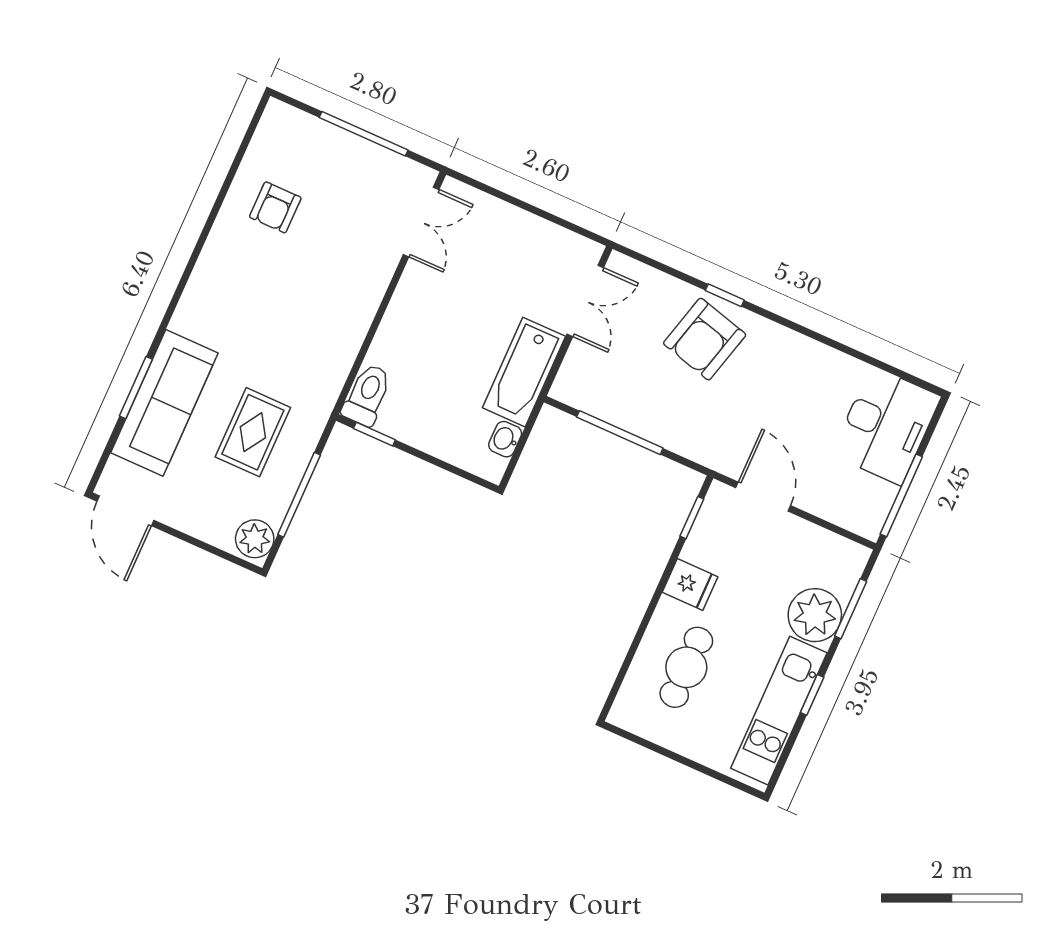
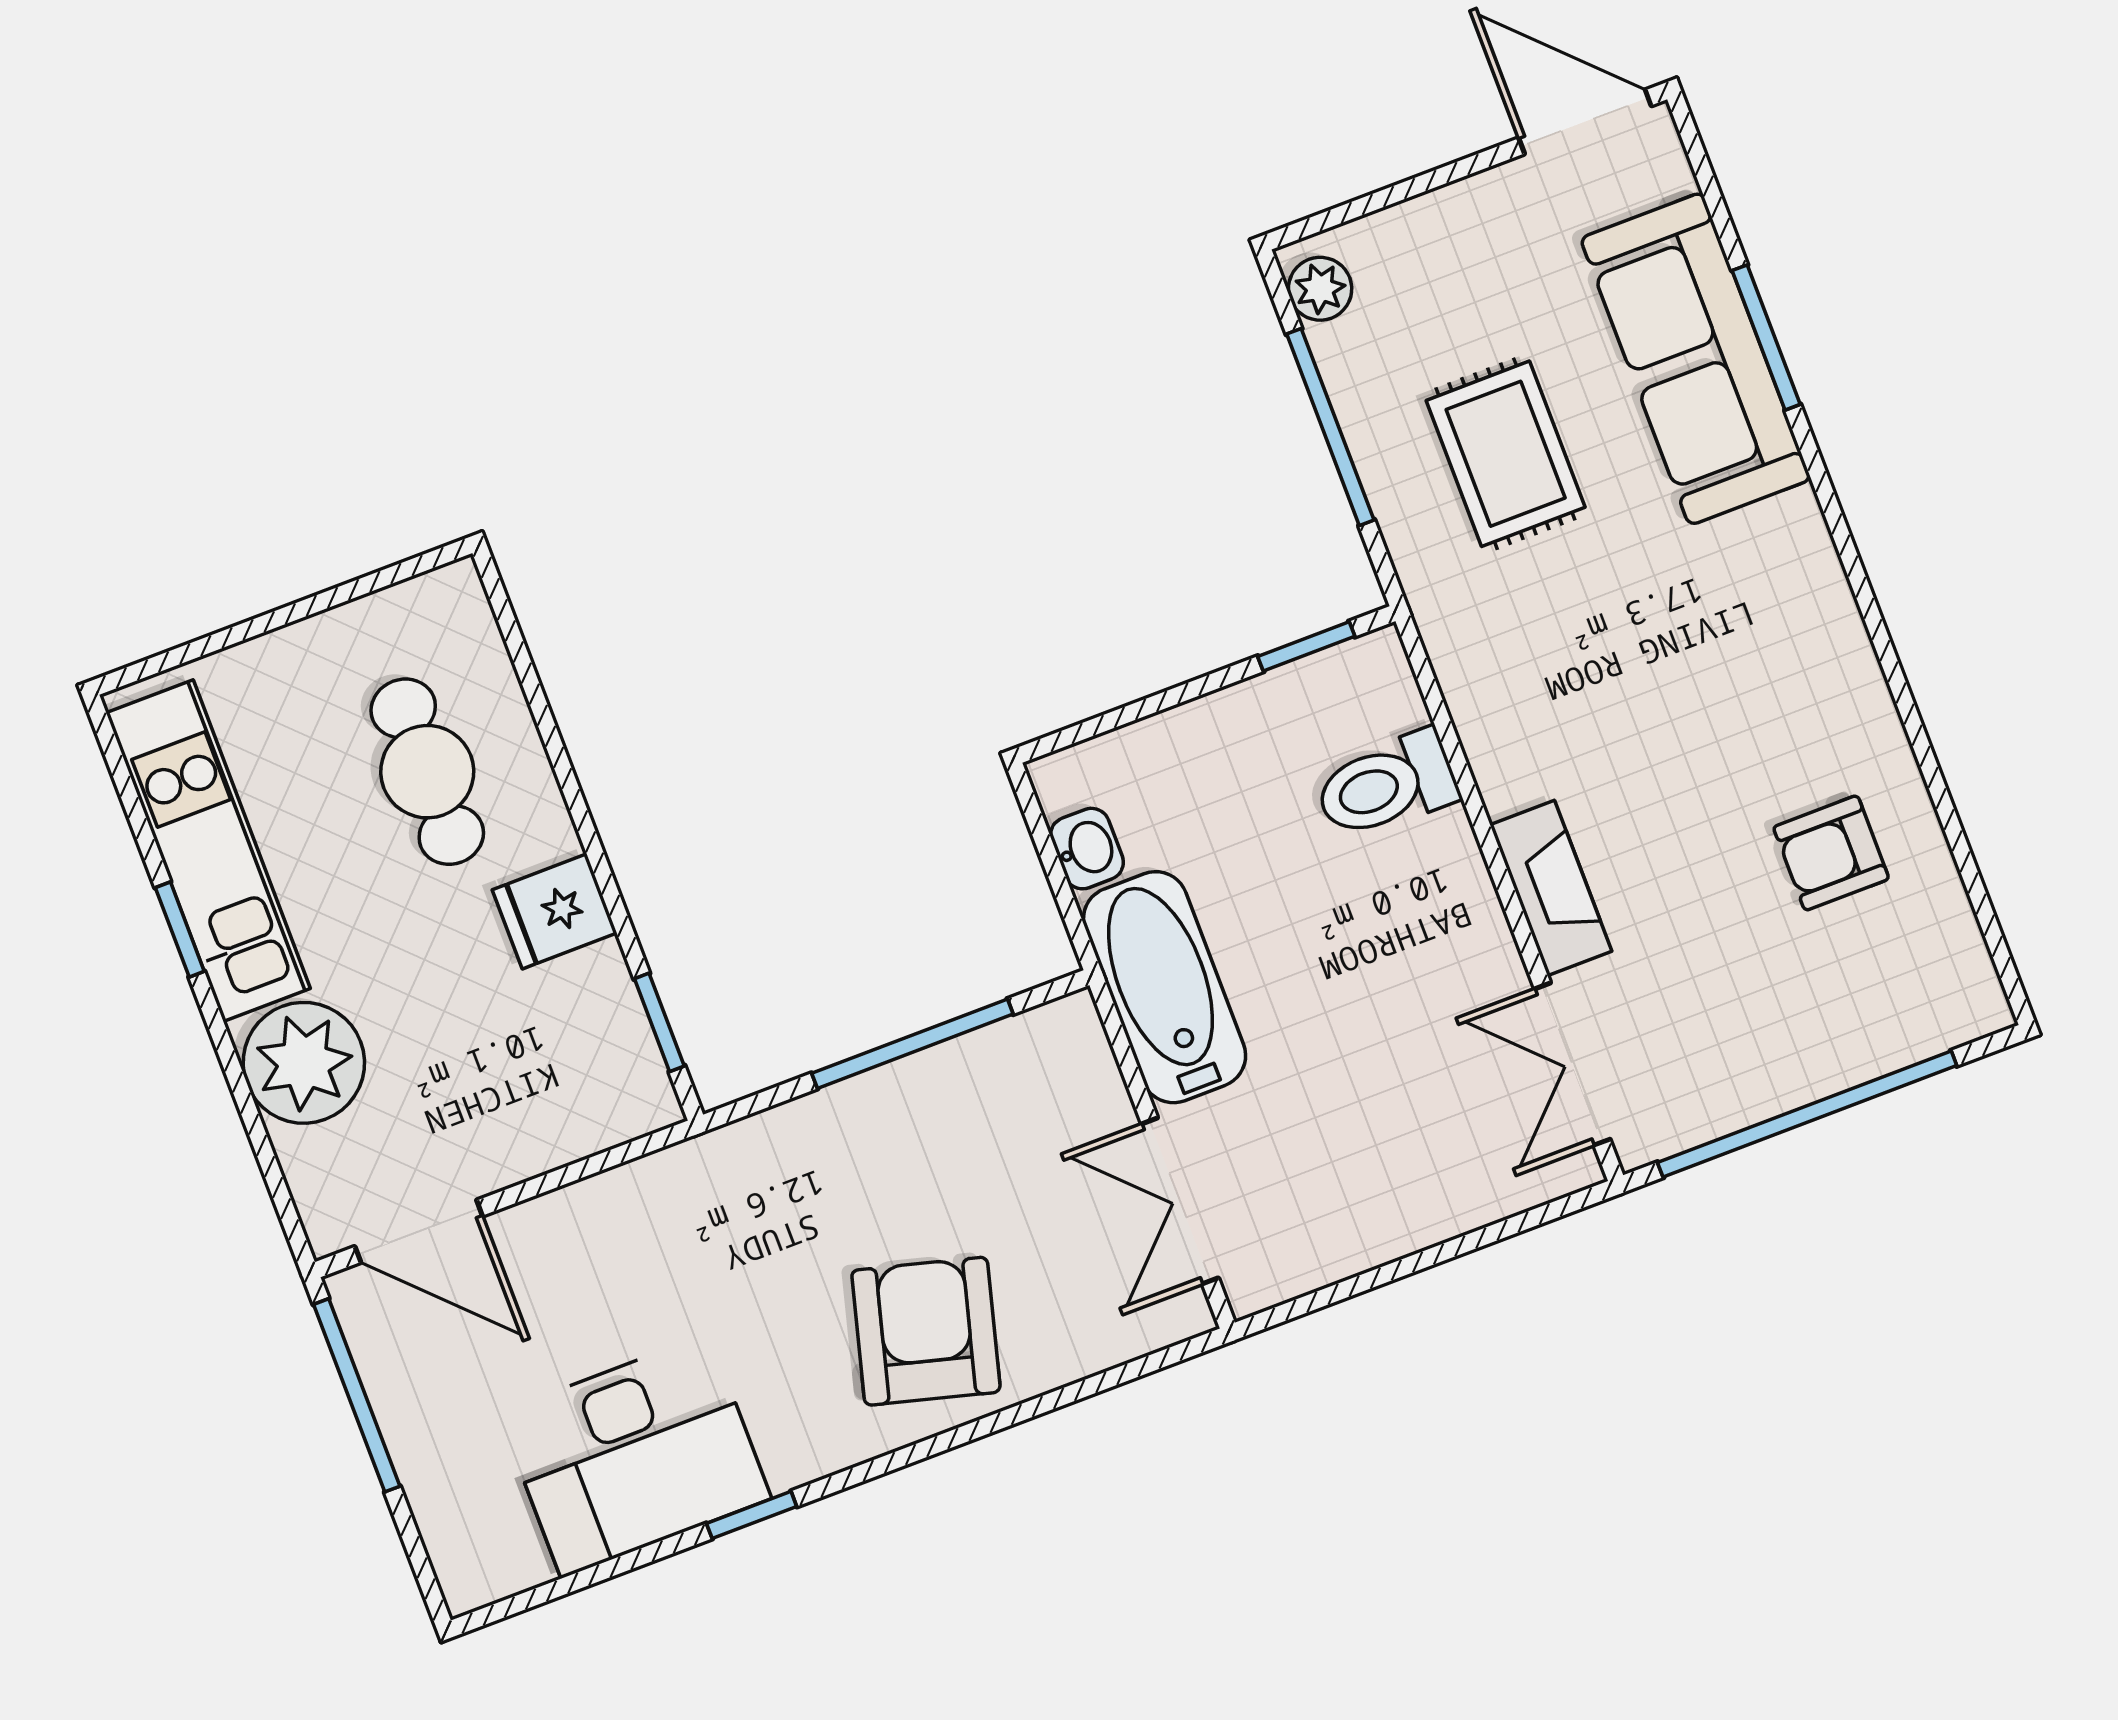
window: (364, 134) -> (1807, 1114), width x1.46
armchair: (275, 207) -> (1831, 853), turned -90
fireplace: (373, 283) -> (1551, 888), added
window: (725, 295) -> (752, 1515), moved
toilet: (367, 395) -> (1386, 785), moved, turned 90
desk: (886, 426) -> (635, 1456), moved, turned -90
door: (763, 497) -> (419, 1231), moved
plant: (255, 539) -> (1320, 289), width x0.73, depth x0.73
window: (851, 609) -> (256, 1131), removed

